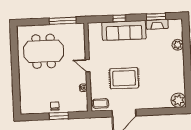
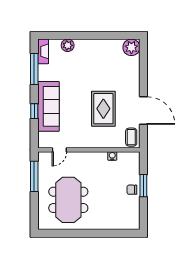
window: (156, 17) -> (34, 69), width x1.44
fireplace: (157, 24) -> (43, 51), moved
door: (88, 66) -> (59, 150), moved

